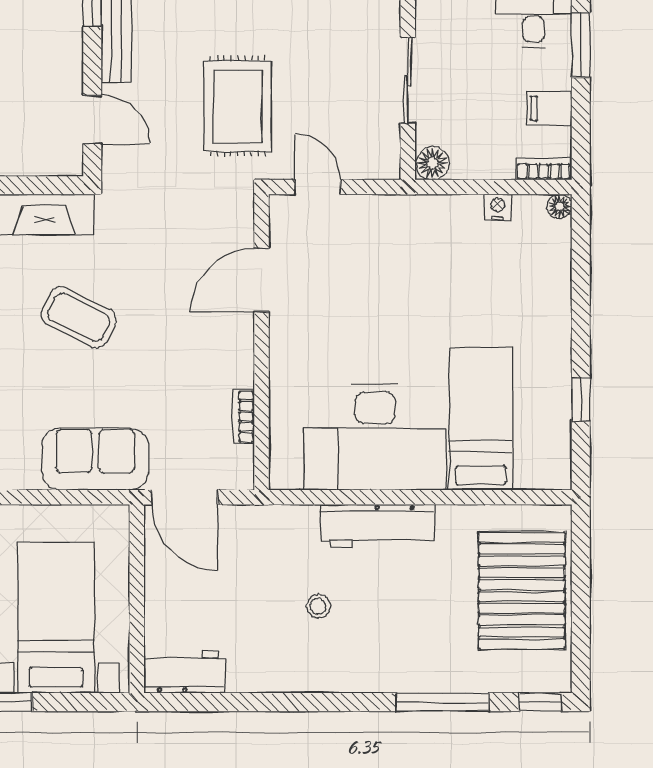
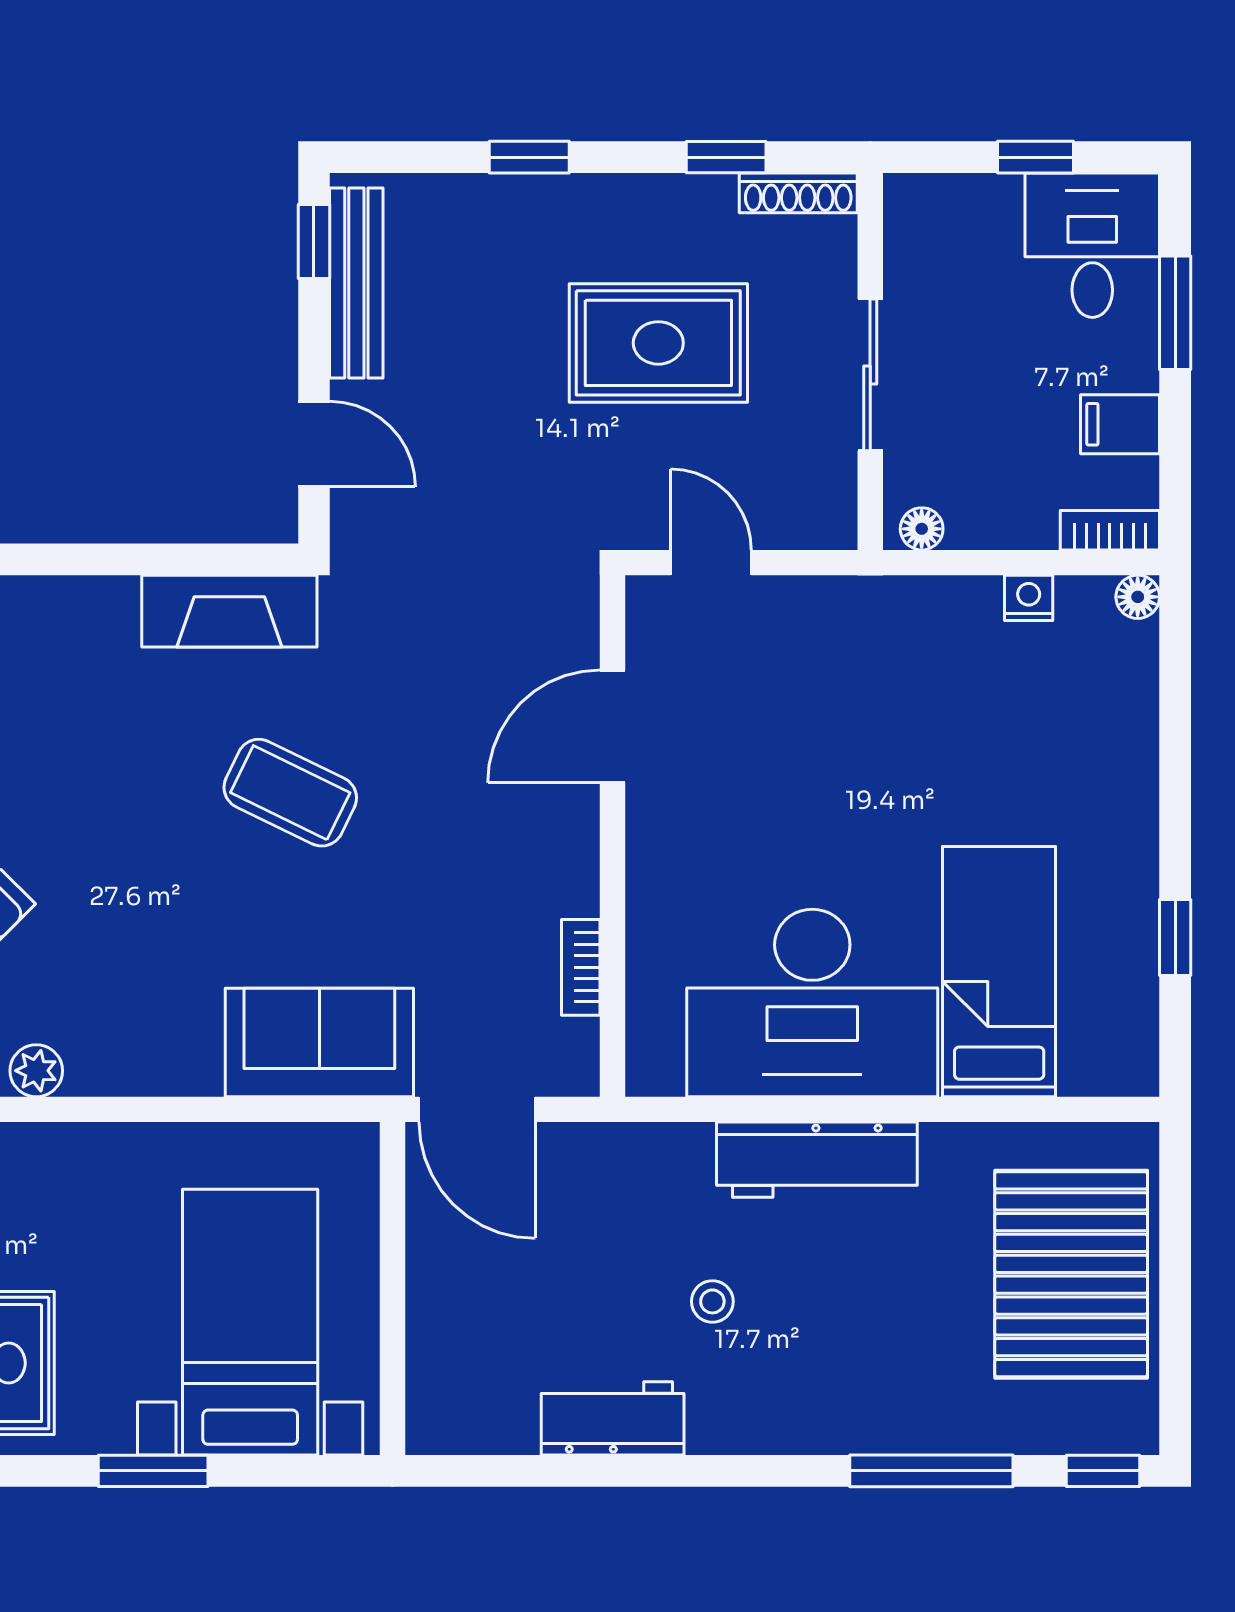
rug: (238, 106) -> (658, 343), moved, turned 90
floor lamp: (432, 163) -> (922, 529), width x0.73, depth x0.73
workbench: (184, 672) -> (613, 1418), moved

